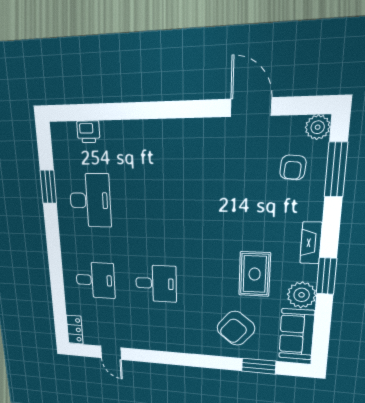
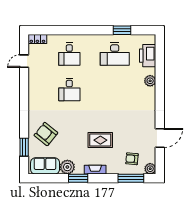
plant: (135, 131) -> (150, 81), added
printer: (88, 132) -> (148, 56), width x1.87, depth x1.48
rug: (255, 274) -> (100, 140), moved

